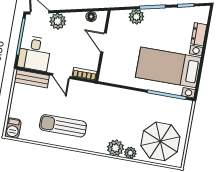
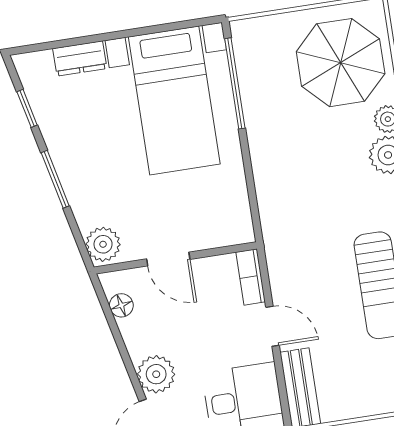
plant: (136, 17) -> (103, 244), moved
door: (104, 42) -> (168, 259), hinge flipped
door: (61, 76) -> (272, 326), hinge flipped

